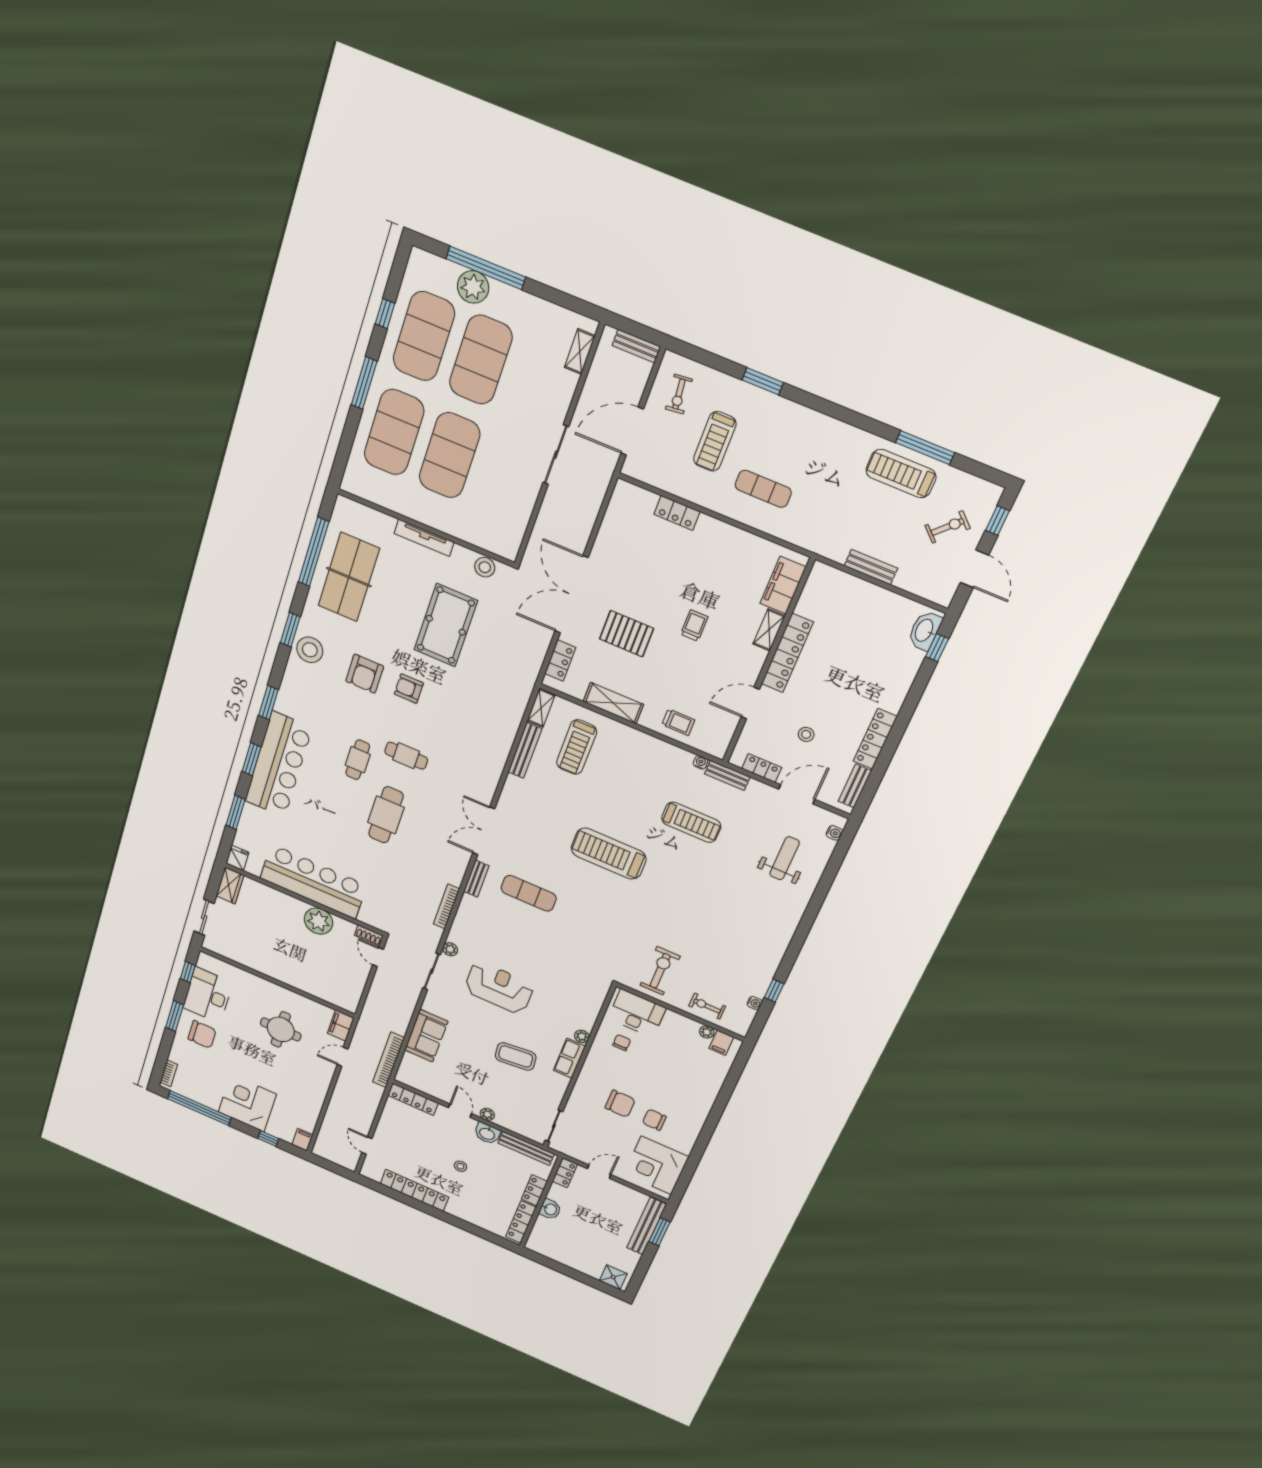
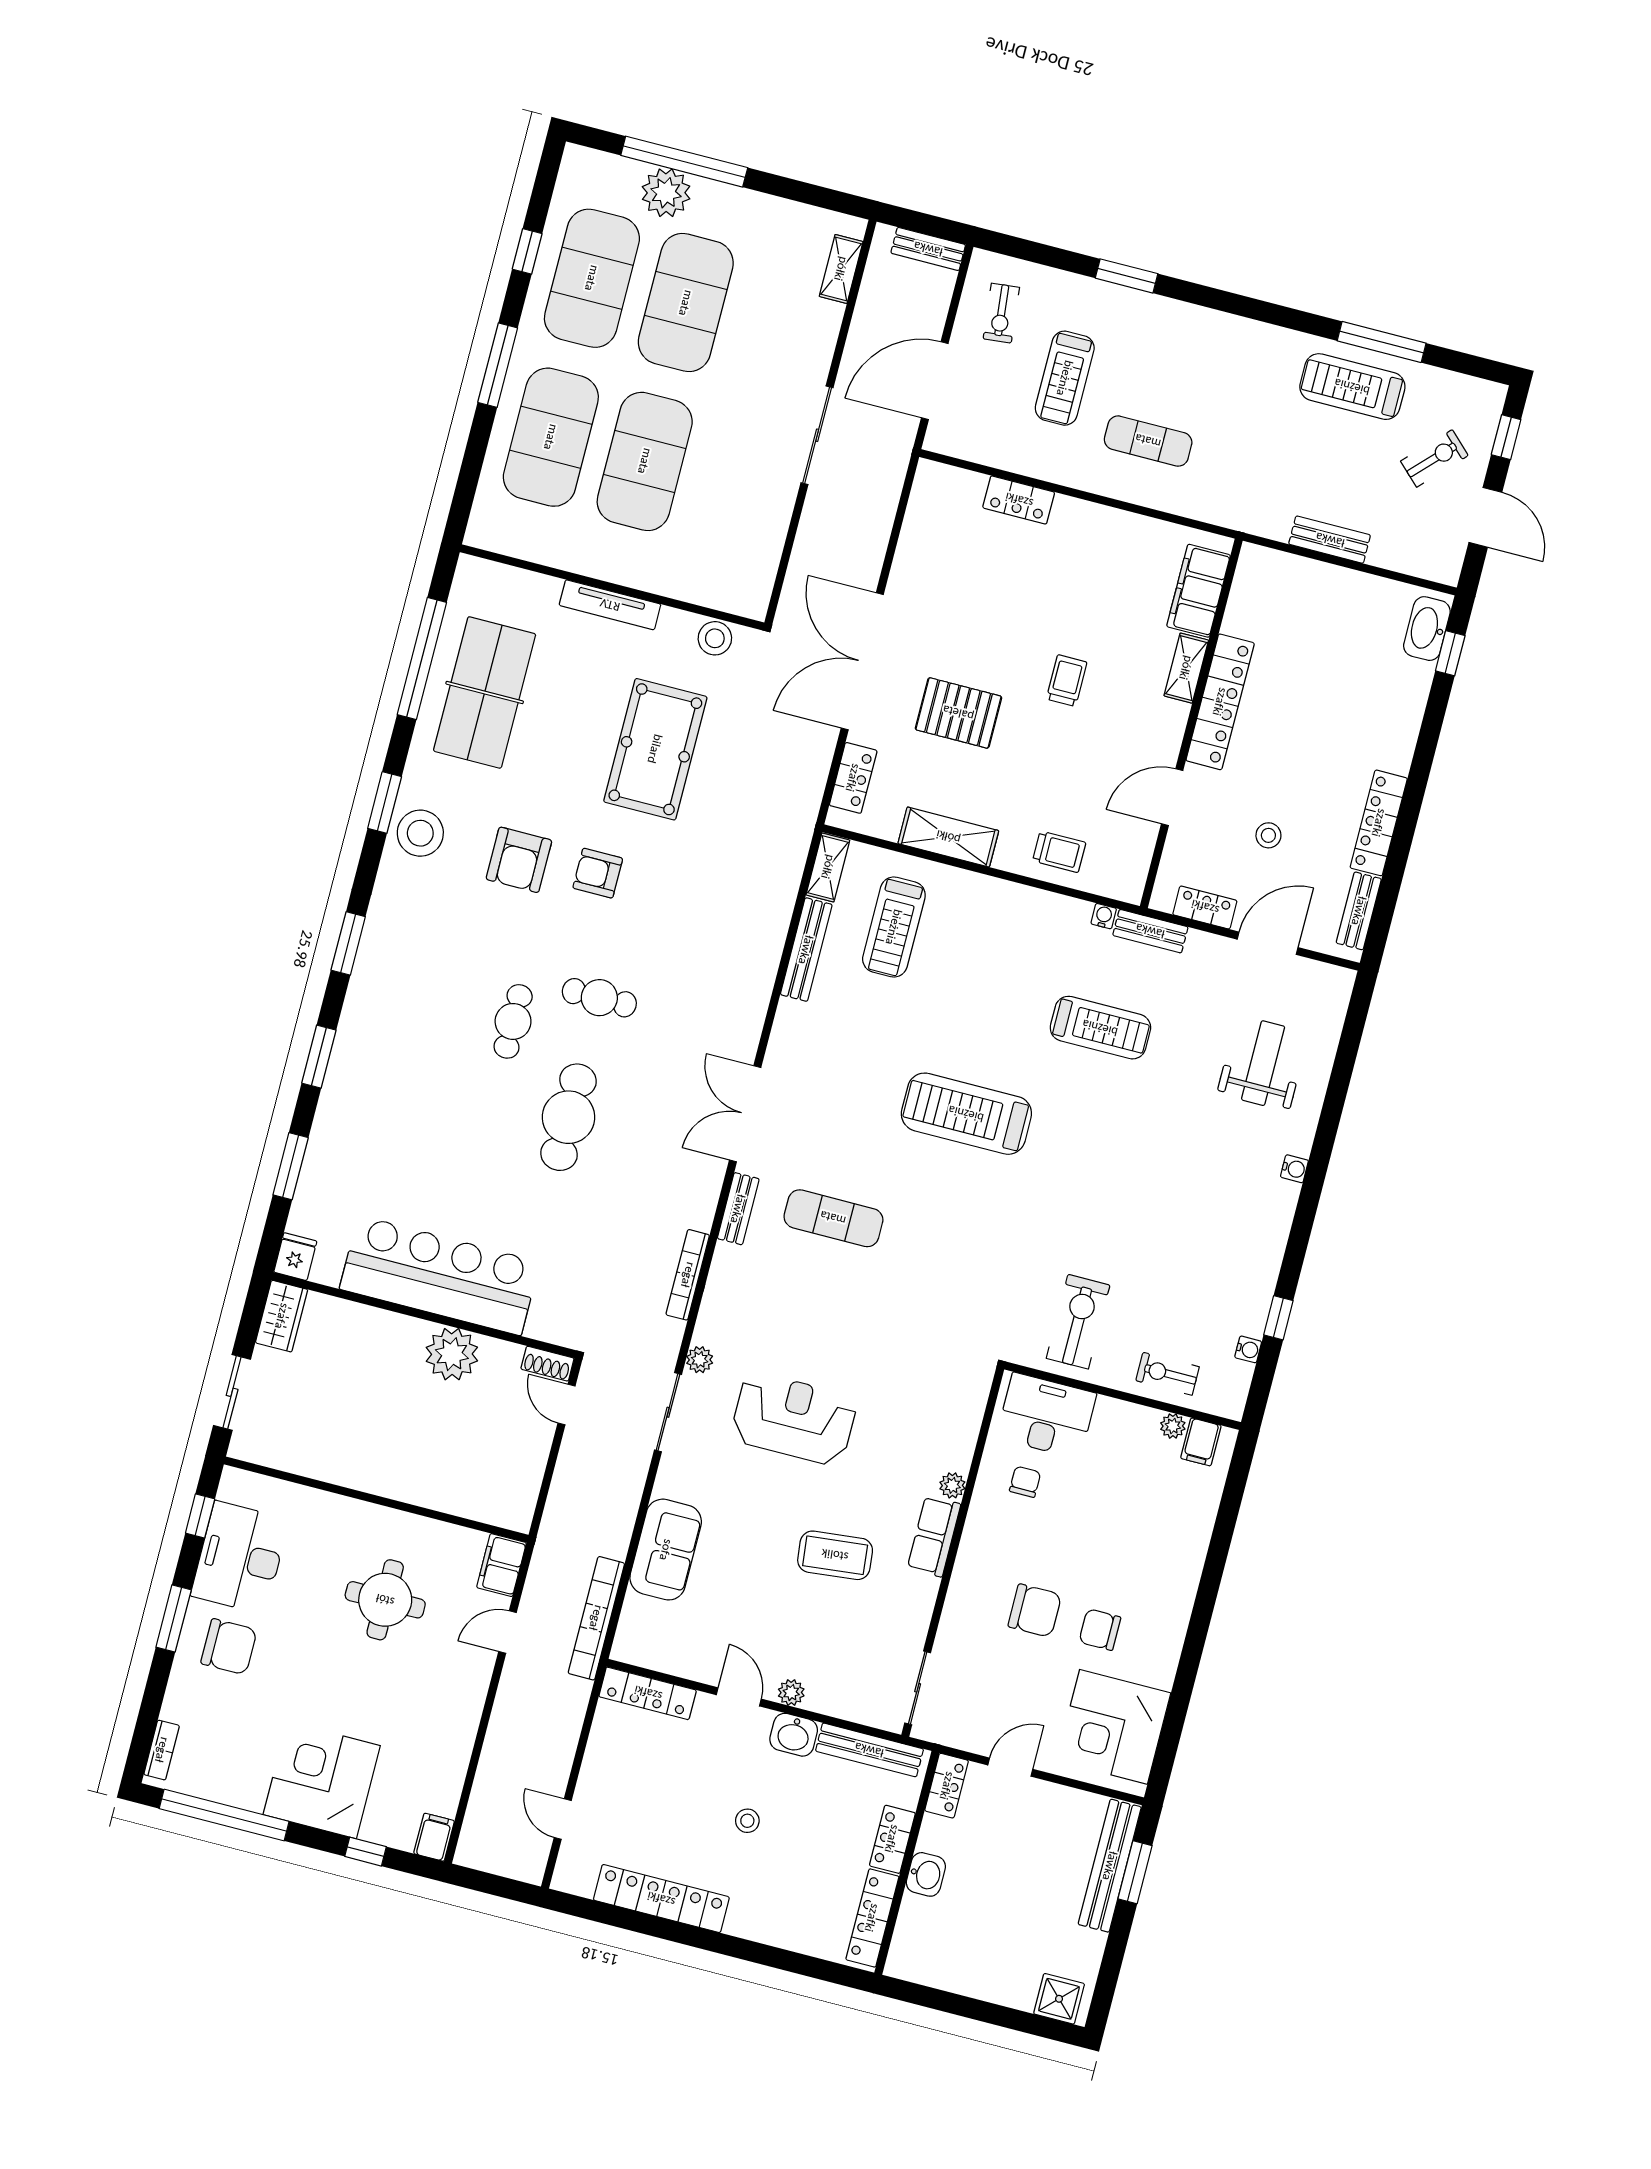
bar counter: (278, 765) -> (369, 1058), removed
water cooler: (834, 833) -> (1294, 1169), moved

